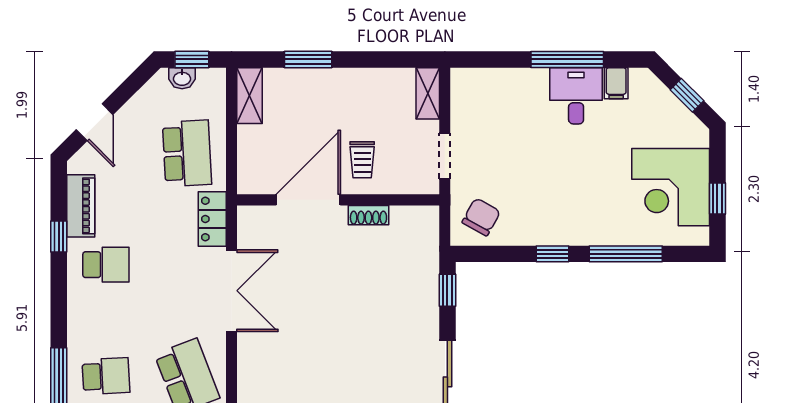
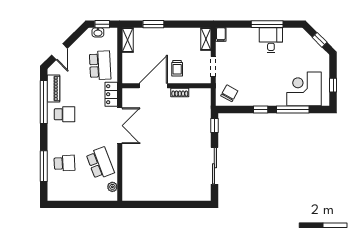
filing cabinet: (616, 83) -> (221, 35), moved
corner desk: (671, 187) -> (304, 89), moved, turned 90
window: (59, 237) -> (44, 102), width x3.17

